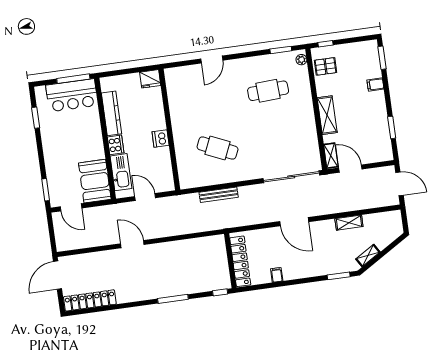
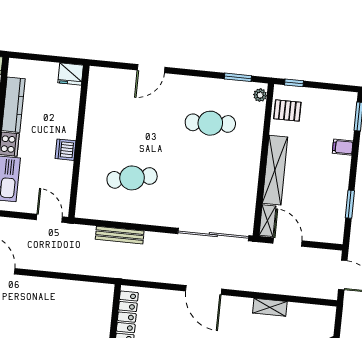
shelving: (327, 115) -> (275, 170), width x1.47
cafe table: (218, 148) -> (132, 178), turned -36
door: (145, 197) -> (49, 218), moved

